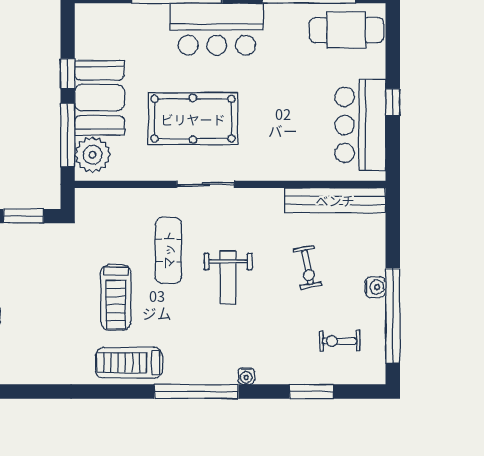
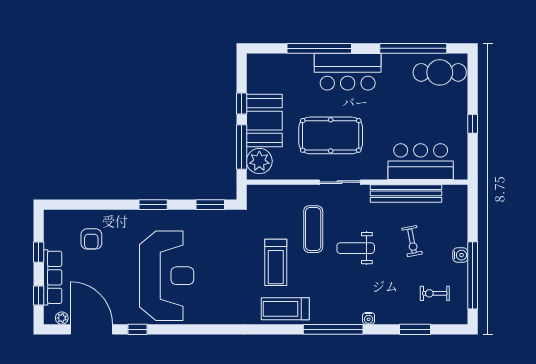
bar counter: (360, 125) -> (421, 162), moved, turned 90
bench: (335, 200) -> (406, 193), moved
weight bench: (228, 277) -> (356, 248), turned 90

